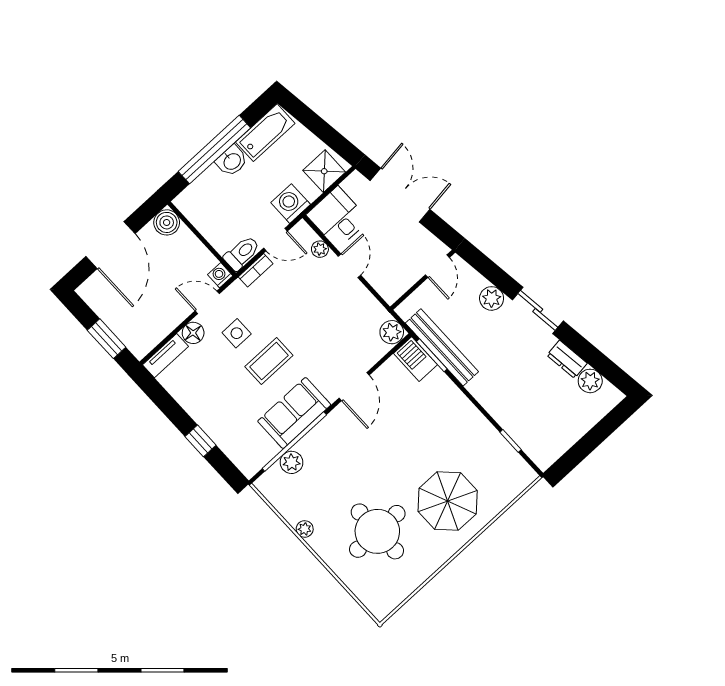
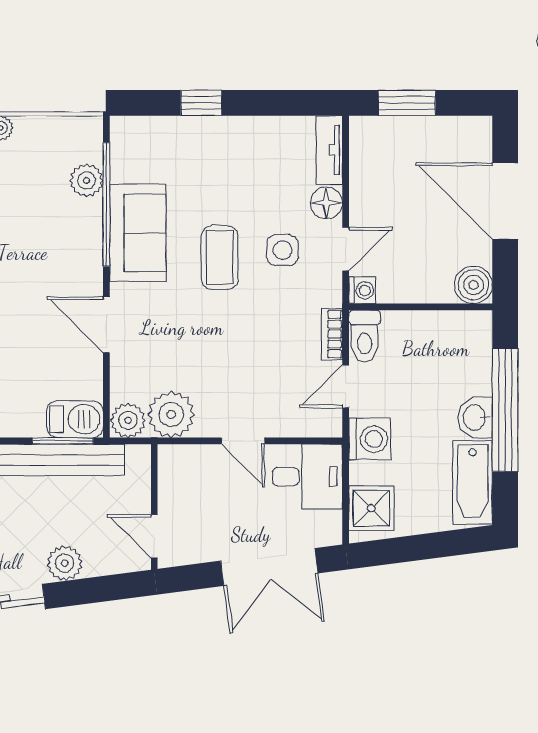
plant: (320, 249) -> (171, 414), moved, width x1.88, depth x1.88

